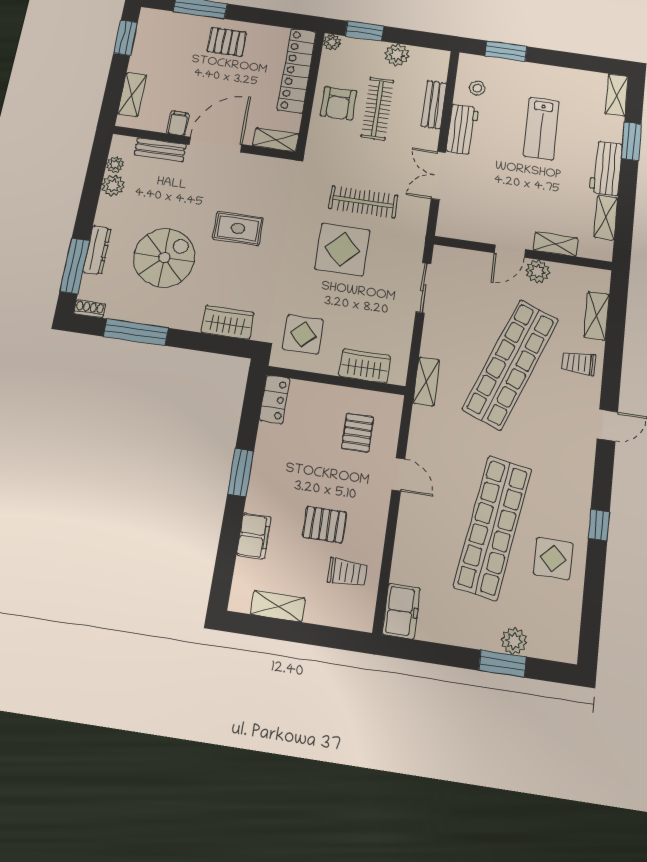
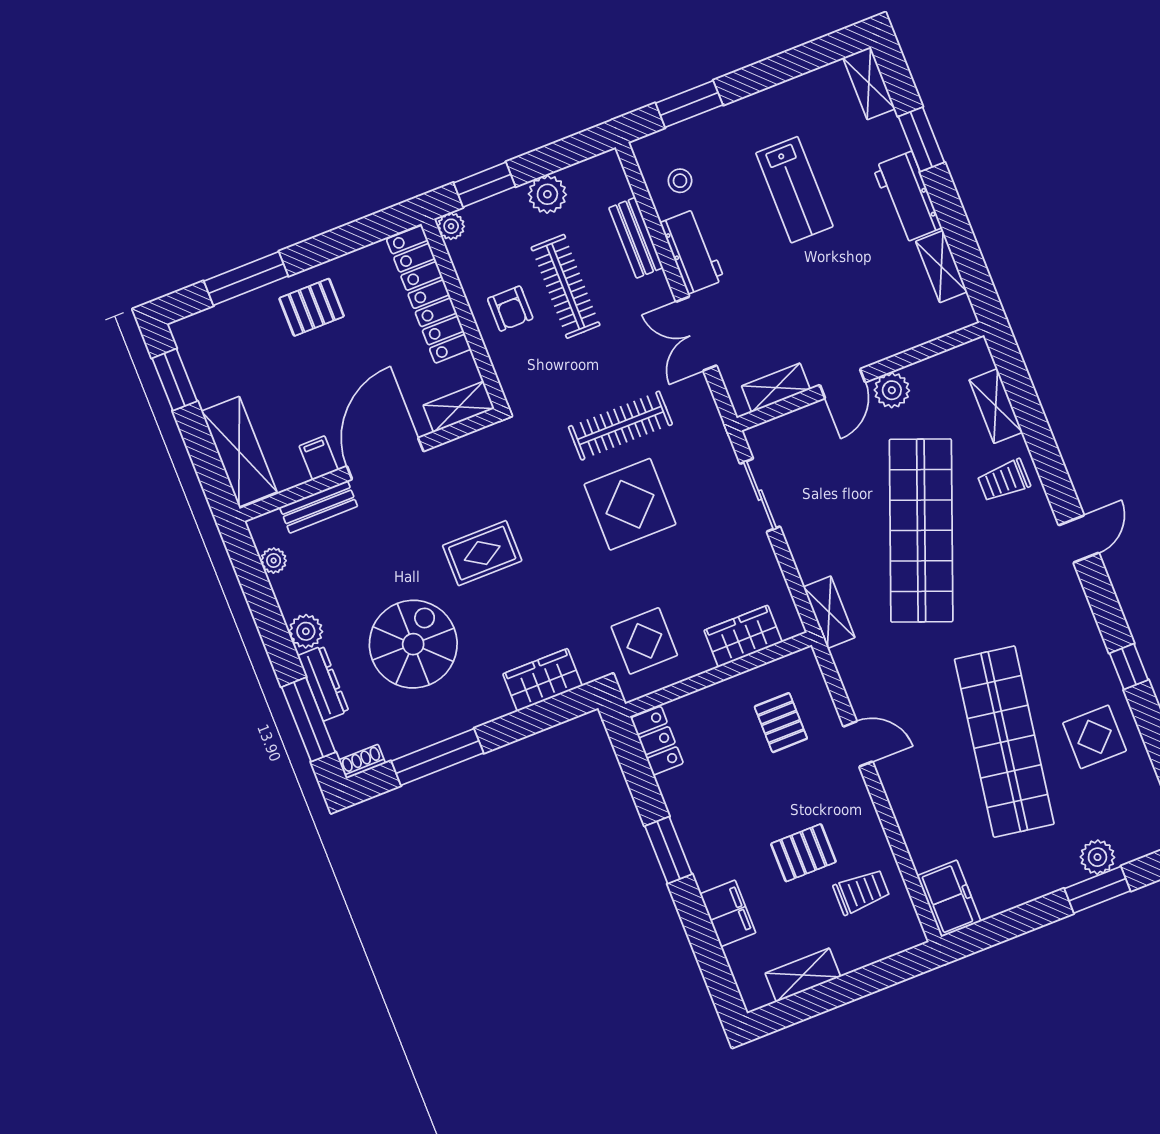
shelving: (132, 95) -> (239, 452), width x1.50, depth x1.33
armchair: (338, 103) -> (510, 309), width x0.72, depth x0.72
plant: (113, 185) -> (306, 631), moved
shelving: (555, 244) -> (776, 388), moved

